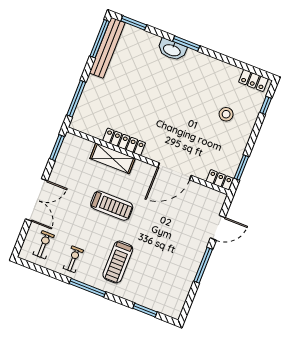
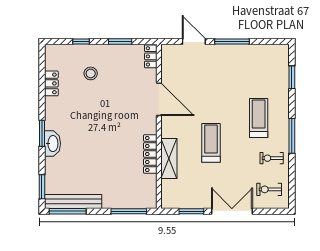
locker: (253, 80) -> (51, 83), moved
window: (266, 105) -> (81, 42), moved
window: (57, 148) -> (191, 211), moved
window: (241, 167) -> (120, 42), moved
treadmill: (118, 262) -> (259, 118), turned -90

